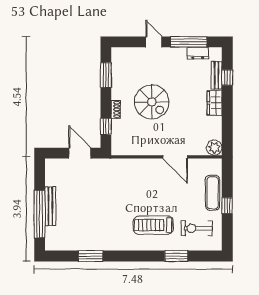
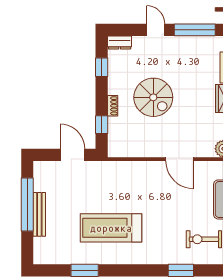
dresser: (198, 53) -> (120, 43), moved
window: (106, 75) -> (102, 67), width x0.67
window: (40, 214) -> (27, 204), moved
treadmill: (153, 225) -> (111, 228), moved, width x1.37, depth x1.38

